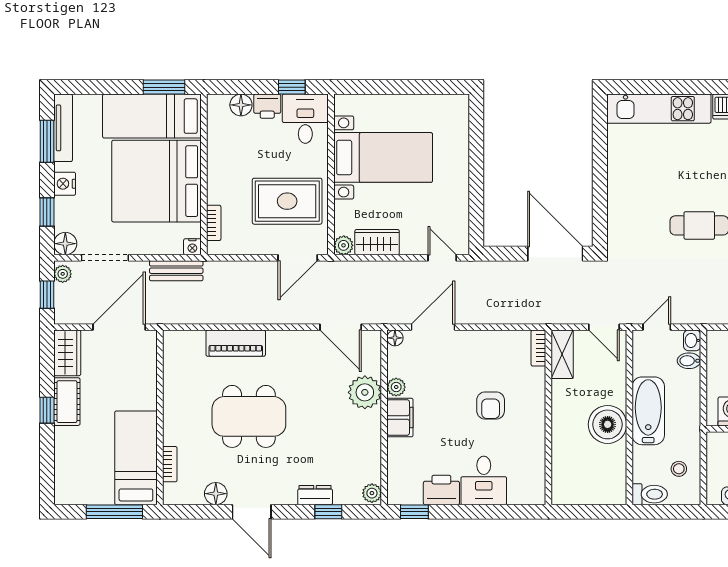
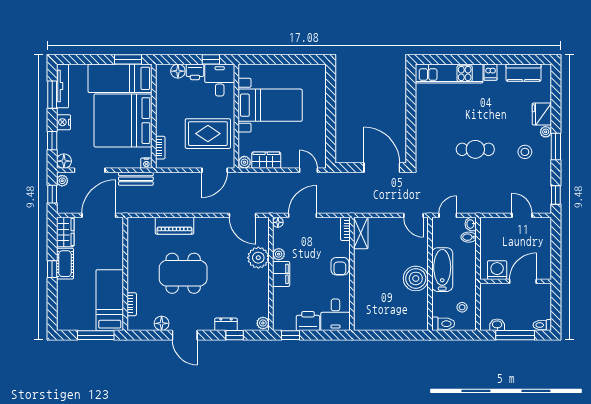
bookcase: (538, 348) -> (345, 229), moved
shelving: (562, 354) -> (361, 233), moved
wall: (548, 417) -> (352, 274), moved

